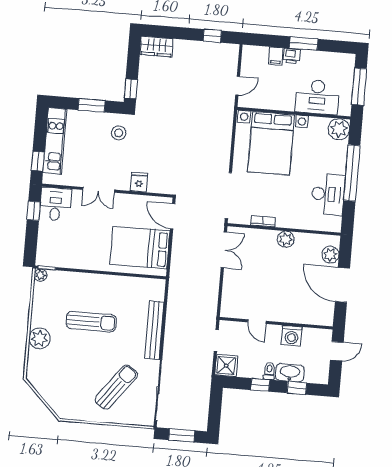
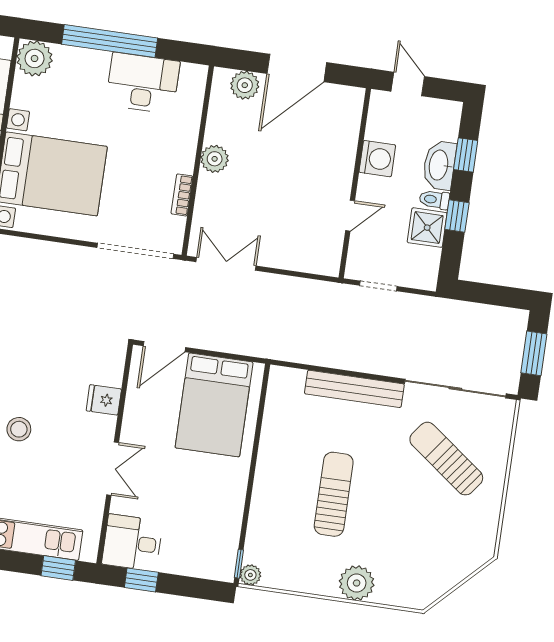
shower: (226, 365) -> (427, 228), moved

